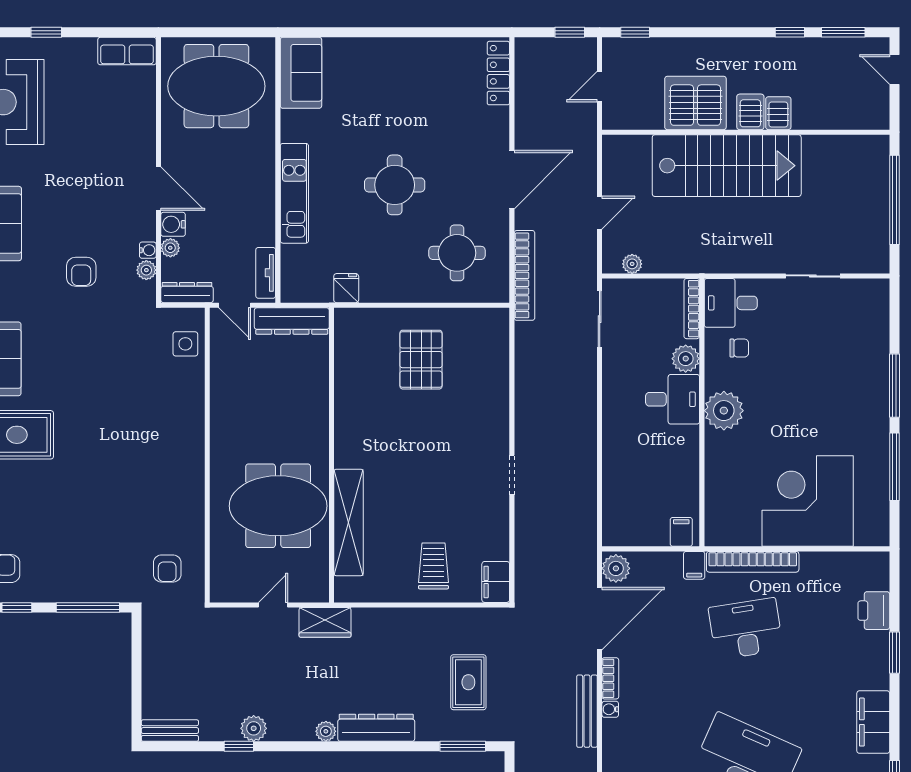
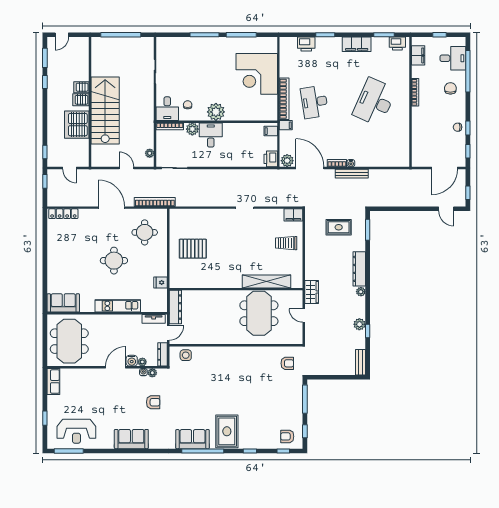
printer: (620, 532) -> (271, 159), added

